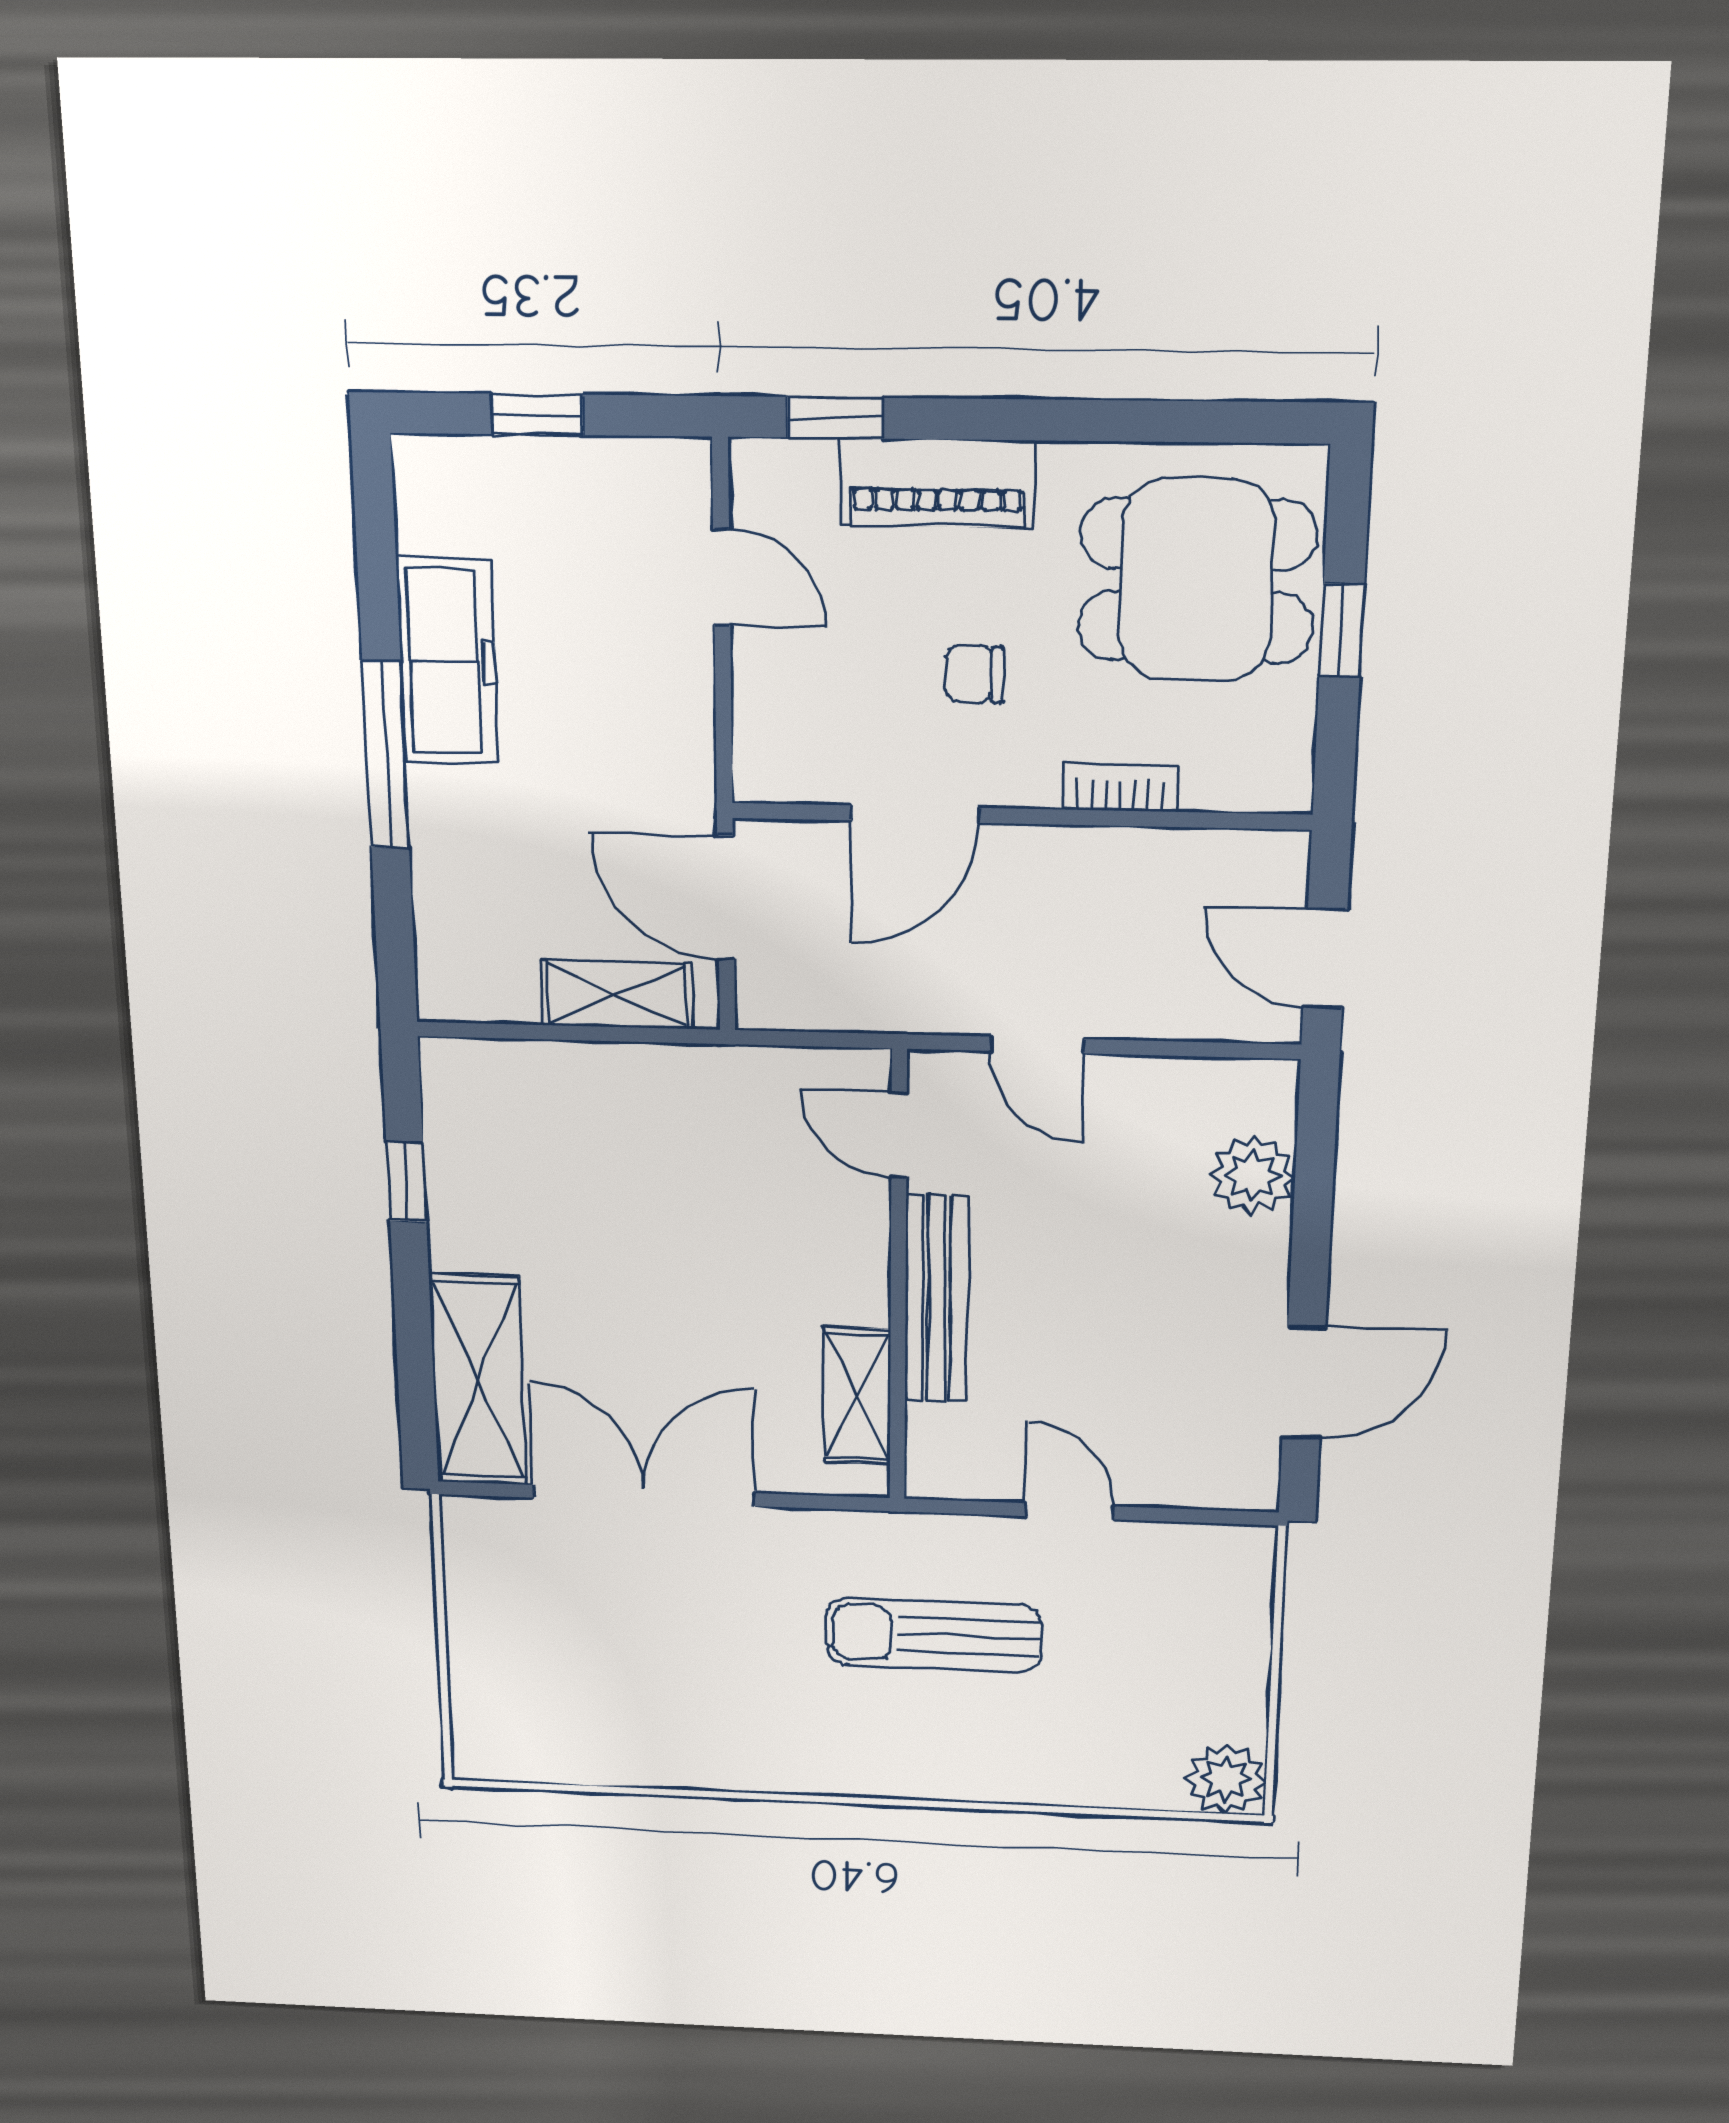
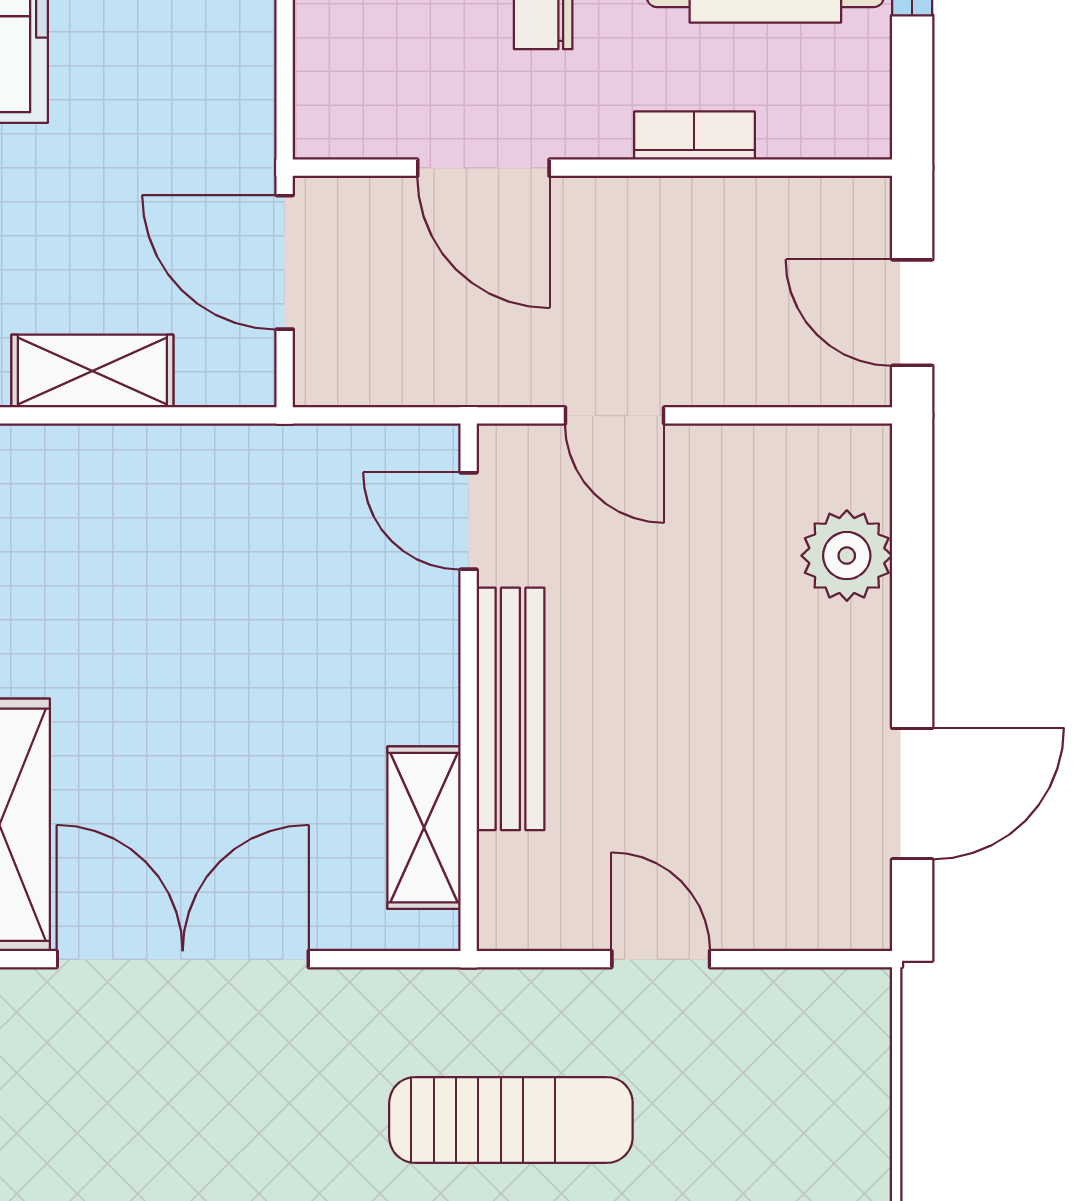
door: (915, 814) -> (483, 168), hinge flipped
shelving: (617, 994) -> (92, 371), moved
sun lounger: (934, 1635) -> (511, 1120), turned 180

